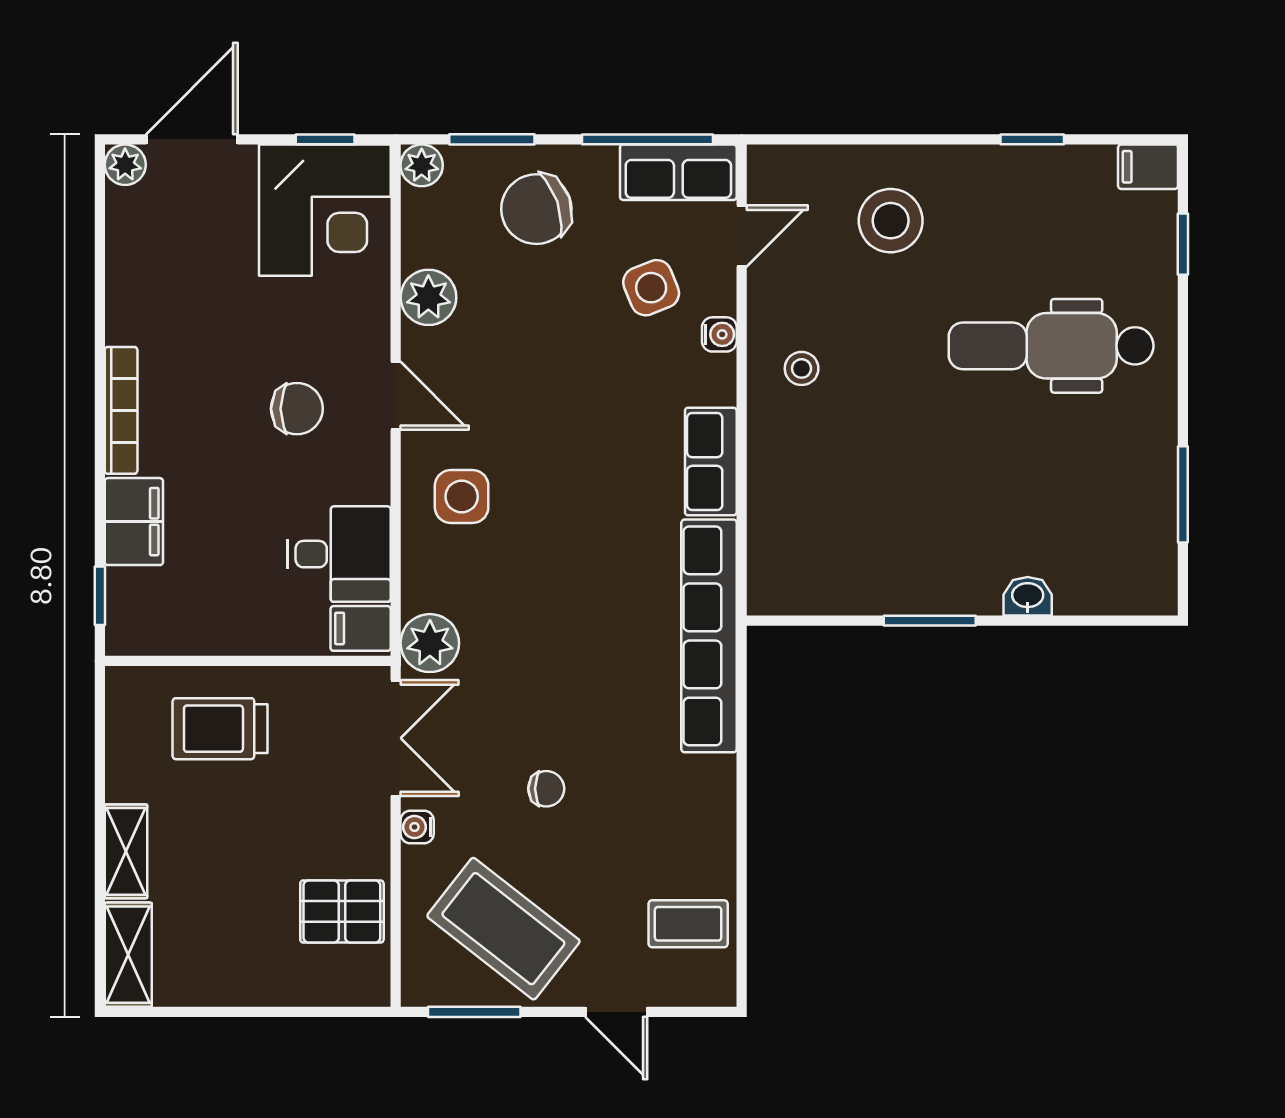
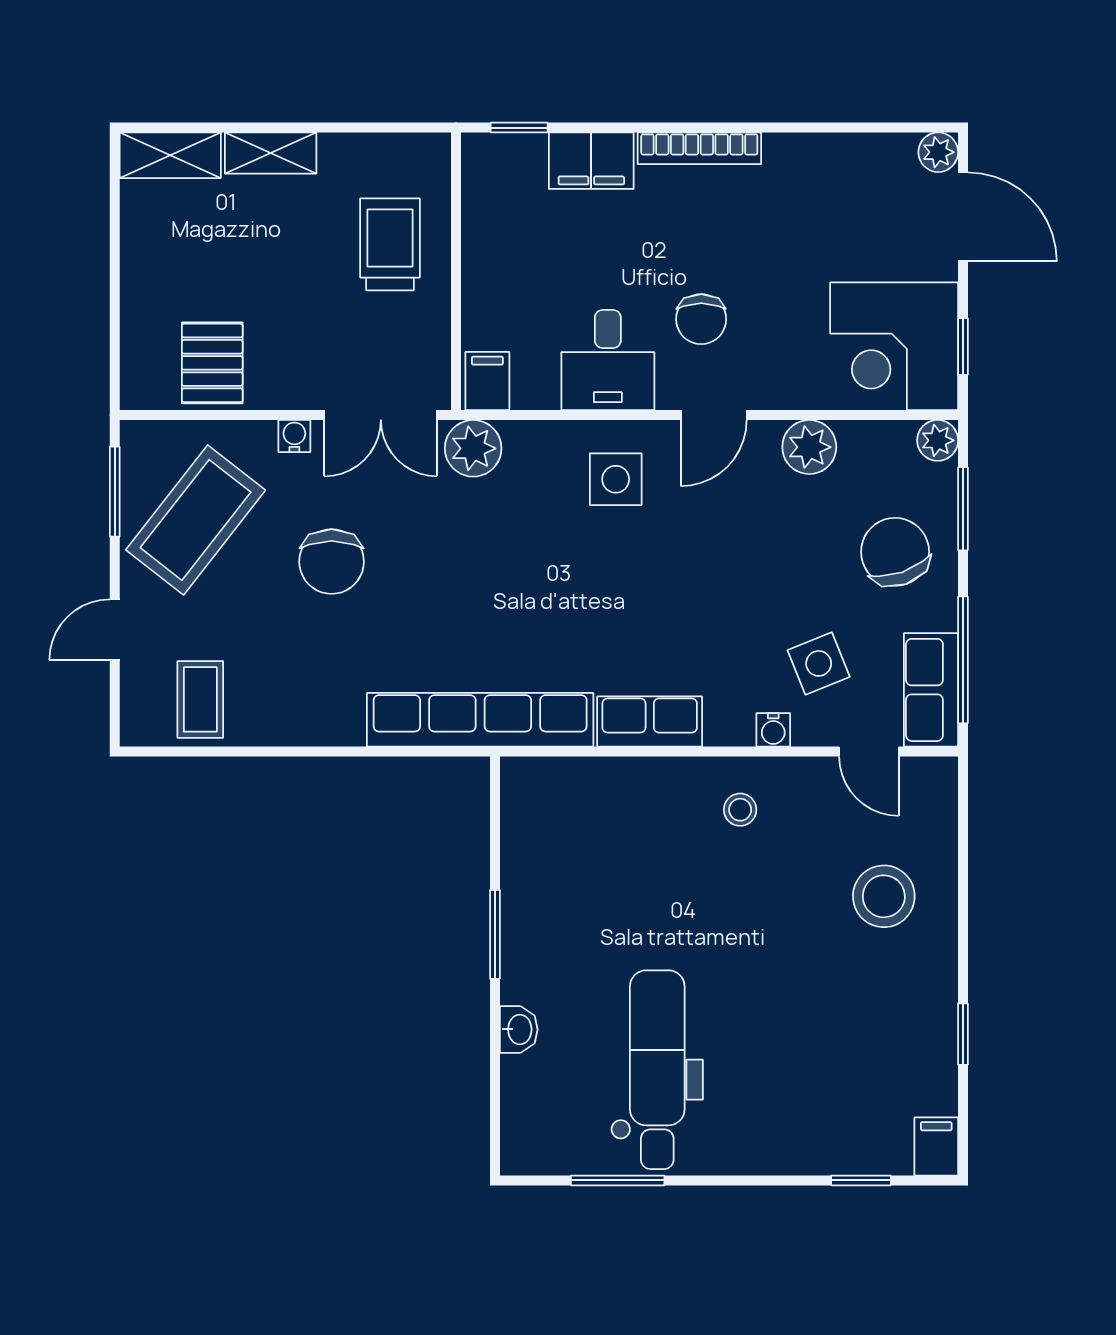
dental chair: (1051, 346) -> (657, 1070), moved
desk: (339, 554) -> (608, 360), moved
chair: (546, 789) -> (332, 562), width x1.87, depth x1.87

